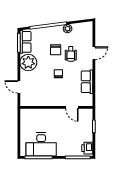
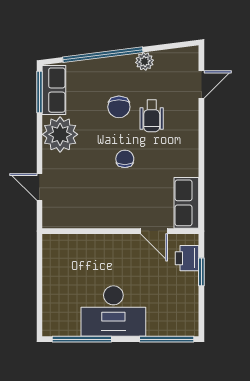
door: (94, 53) -> (201, 85), moved
row of seats: (87, 82) -> (186, 203), moved
desk: (41, 144) -> (113, 311), moved
printer: (87, 148) -> (187, 258), moved

